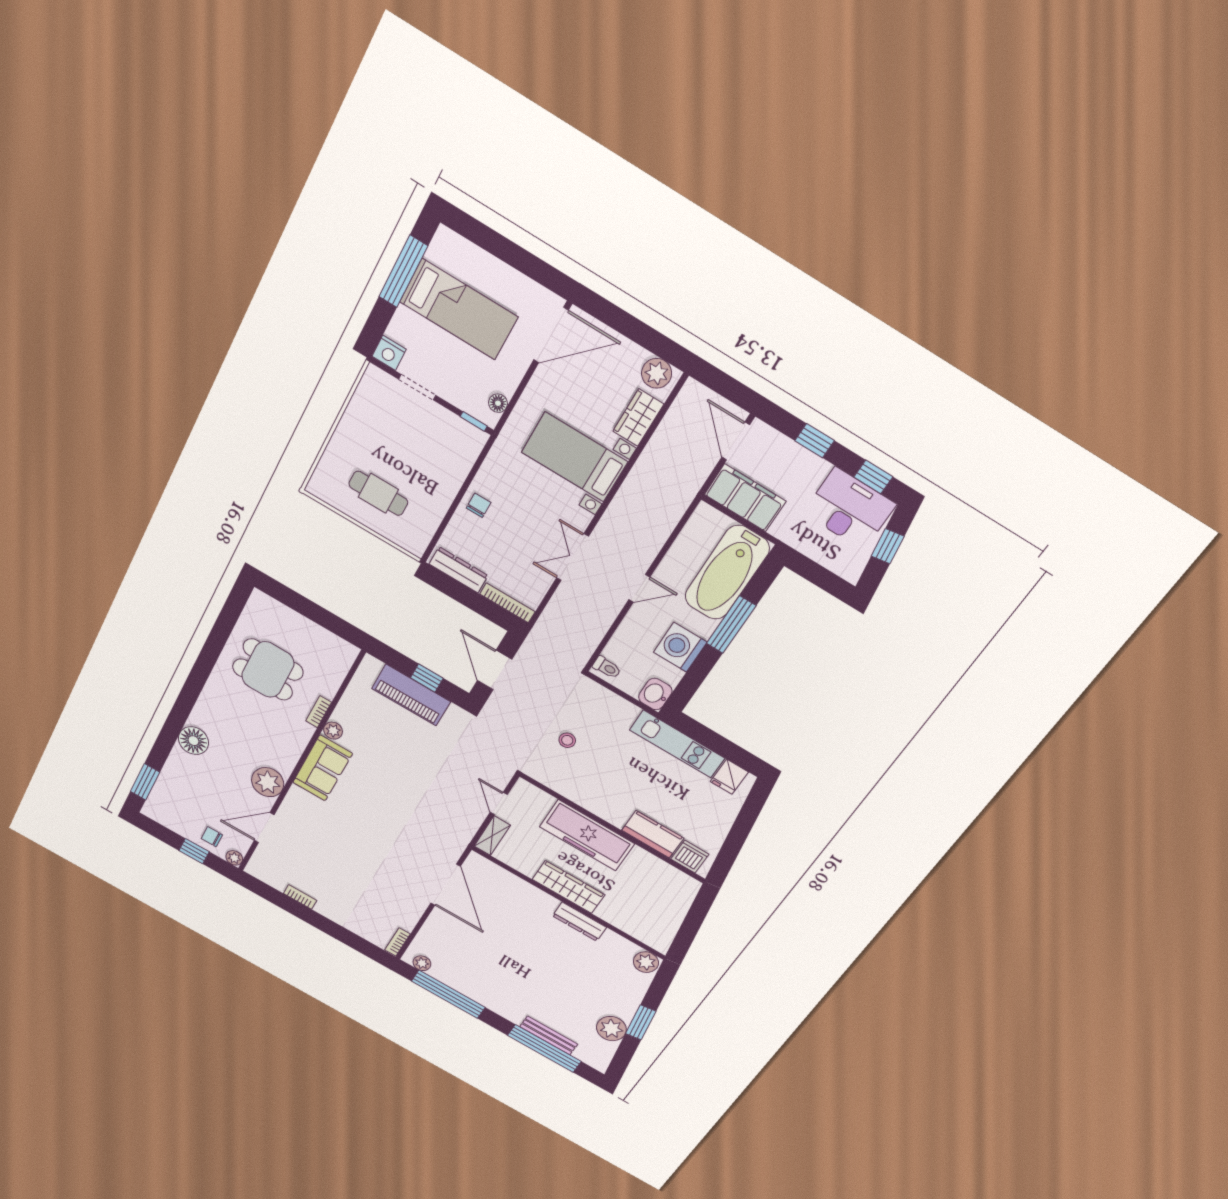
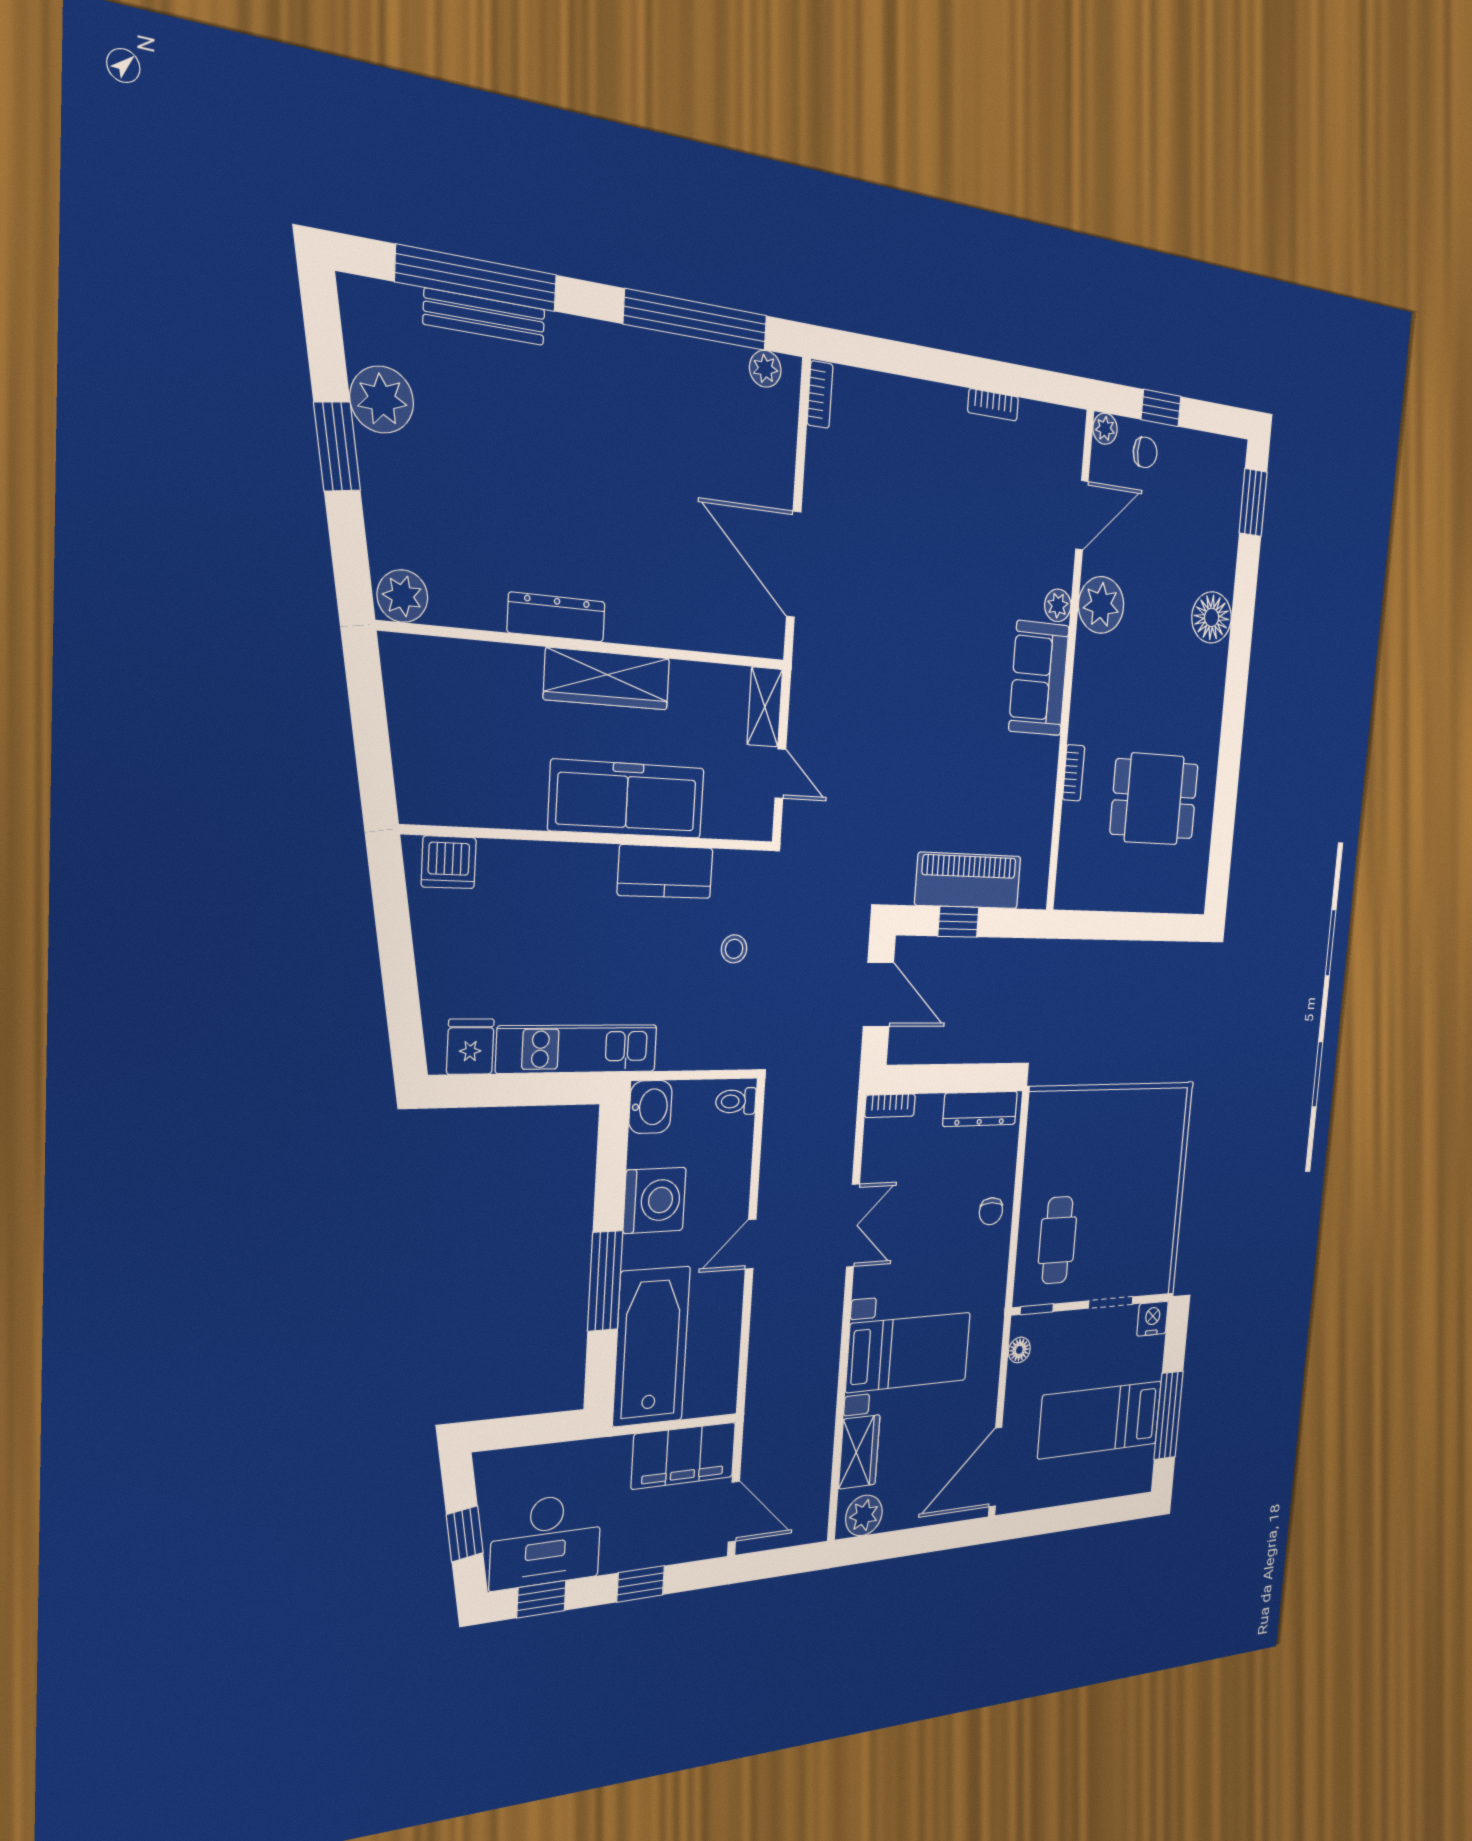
cafe table: (378, 493) -> (1057, 1240), moved, turned 90
bookcase: (507, 603) -> (890, 1106), width x0.64
plant: (333, 731) -> (1058, 605), moved
kitchen counter: (653, 834) -> (665, 872), moved

